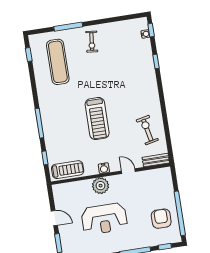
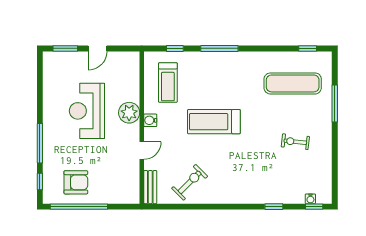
exercise bike: (92, 42) -> (295, 142), moved
exercise bike: (147, 130) -> (190, 182), turned -33
treadmill: (68, 170) -> (168, 83), moved

